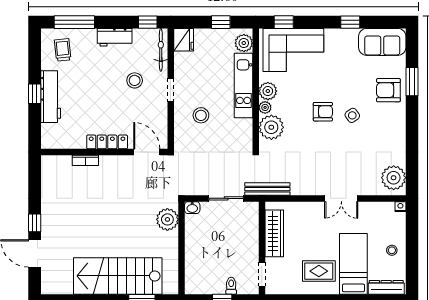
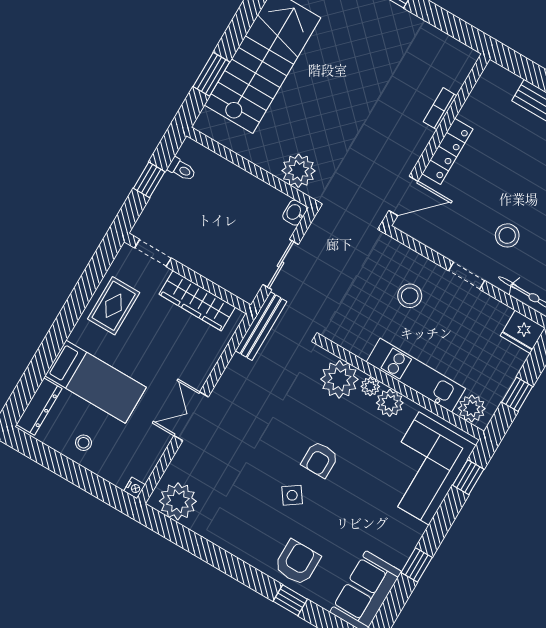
window: (412, 82) -> (290, 600), width x0.67
rug: (319, 271) -> (114, 306), moved
toilet: (231, 286) -> (182, 169), moved

